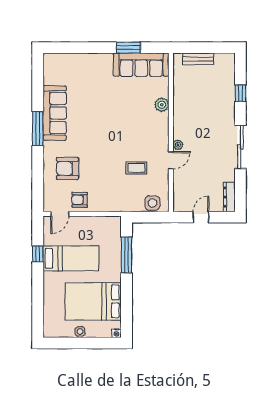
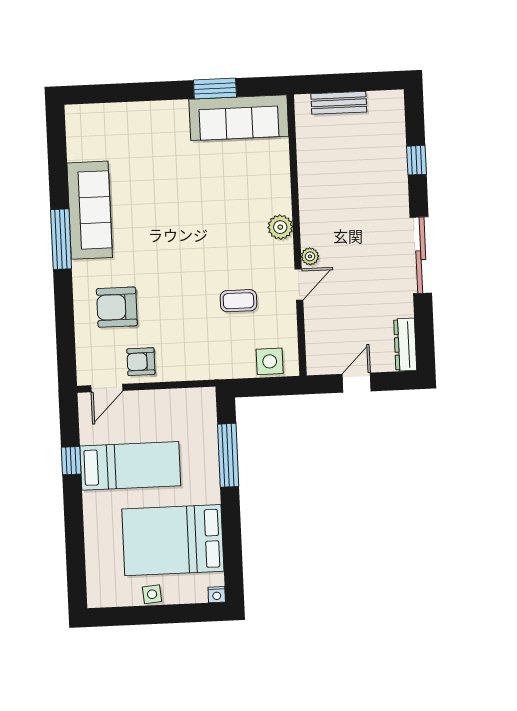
plant: (162, 105) -> (280, 227), moved

